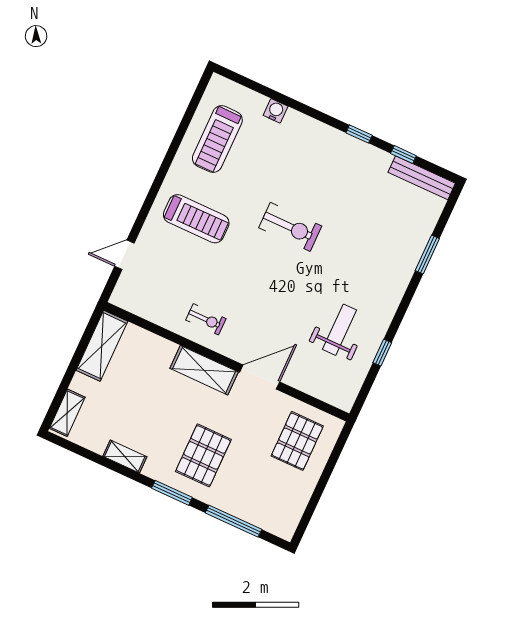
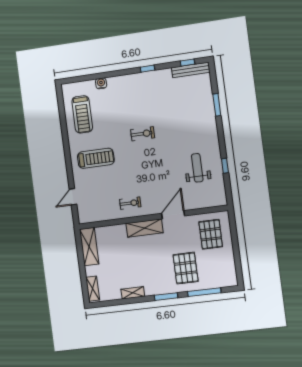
window: (403, 155) -> (187, 63), moved
exercise bike: (290, 227) -> (143, 134), width x0.73, depth x0.72
pallet: (203, 455) -> (186, 268), moved

